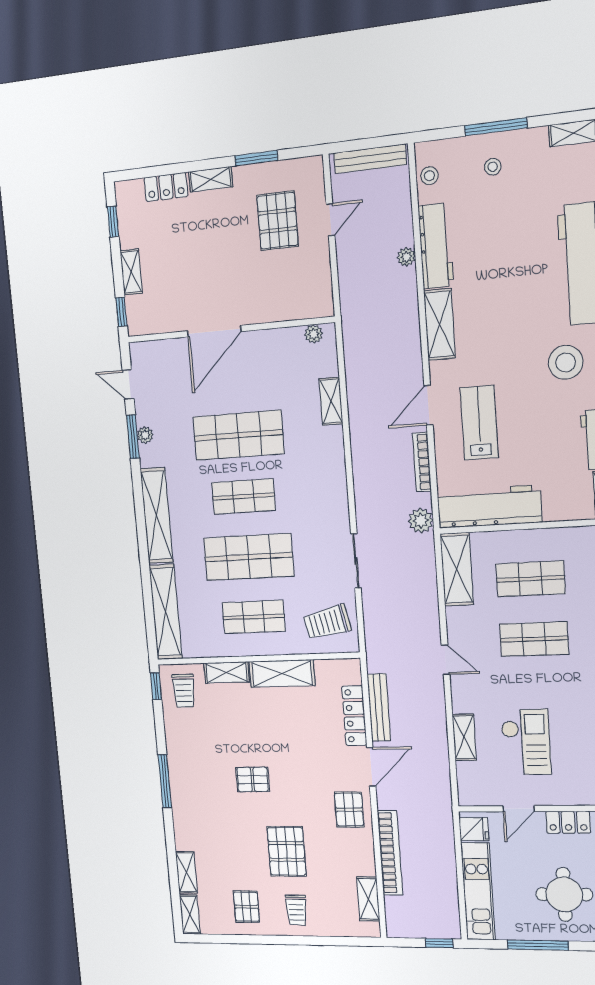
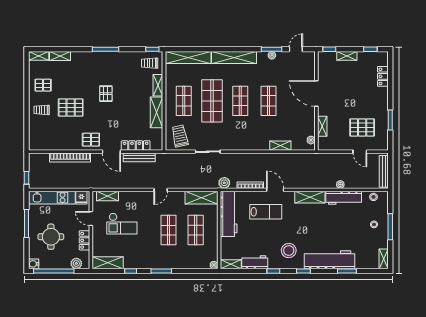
shelving: (211, 179) -> (322, 126), moved
shop shelf: (238, 435) -> (268, 101), width x0.70, depth x0.74
shelving: (464, 737) -> (107, 196), moved
shelving: (368, 899) -> (48, 146), removed

